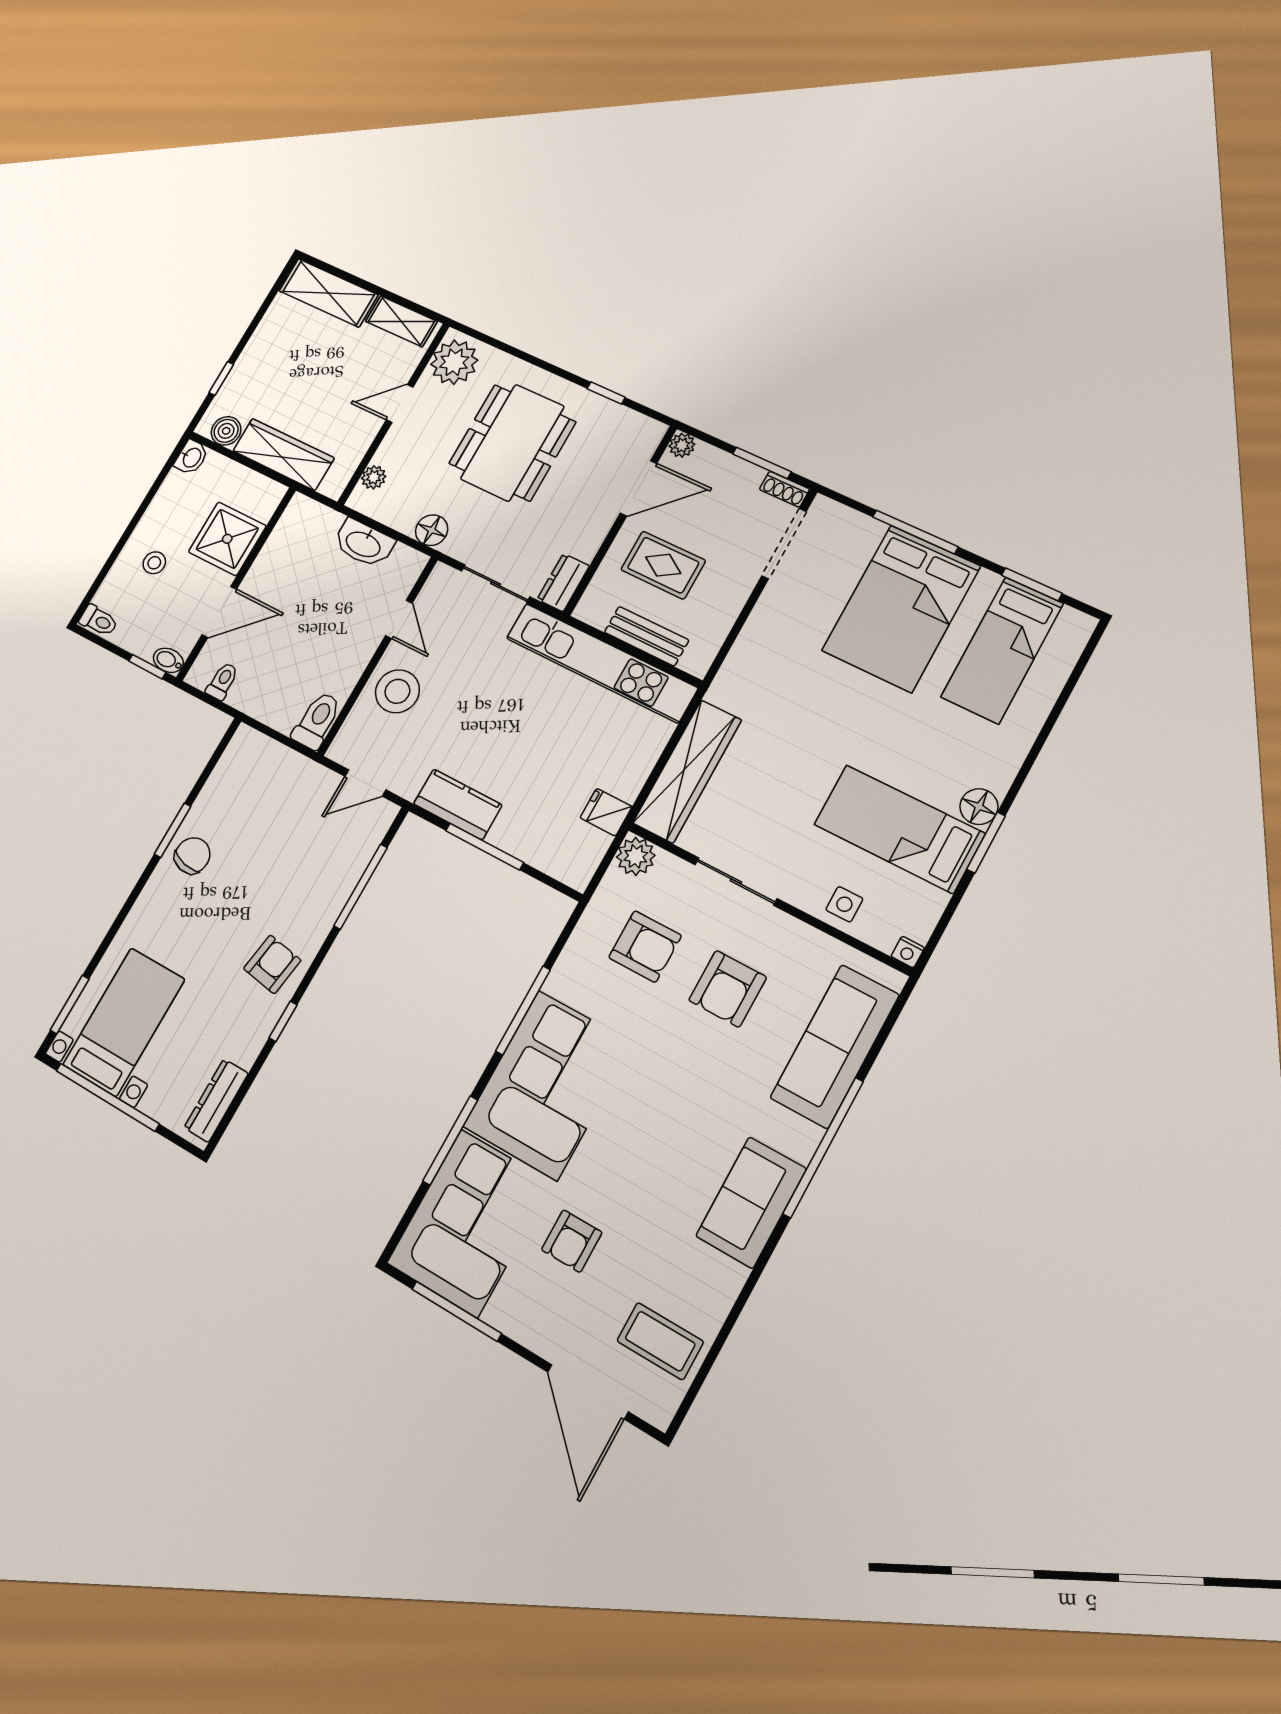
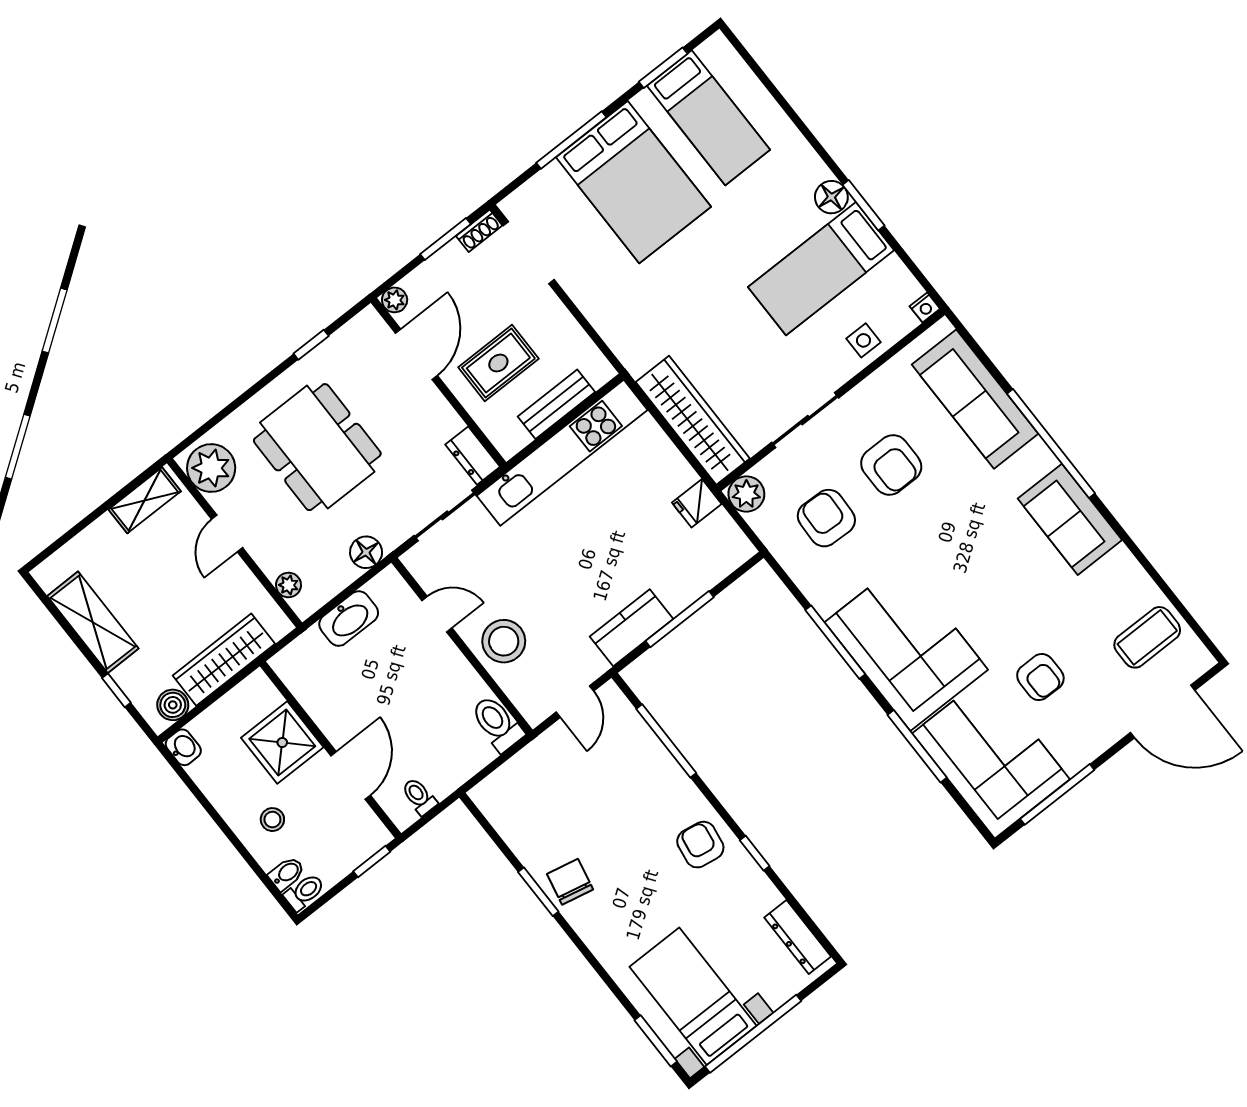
shelving: (329, 293) -> (93, 622), moved, turned 90
bidet: (168, 660) -> (287, 873), moved, turned 180
armchair: (645, 946) -> (826, 518), turned -88

